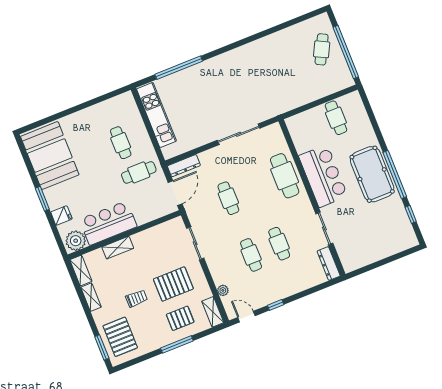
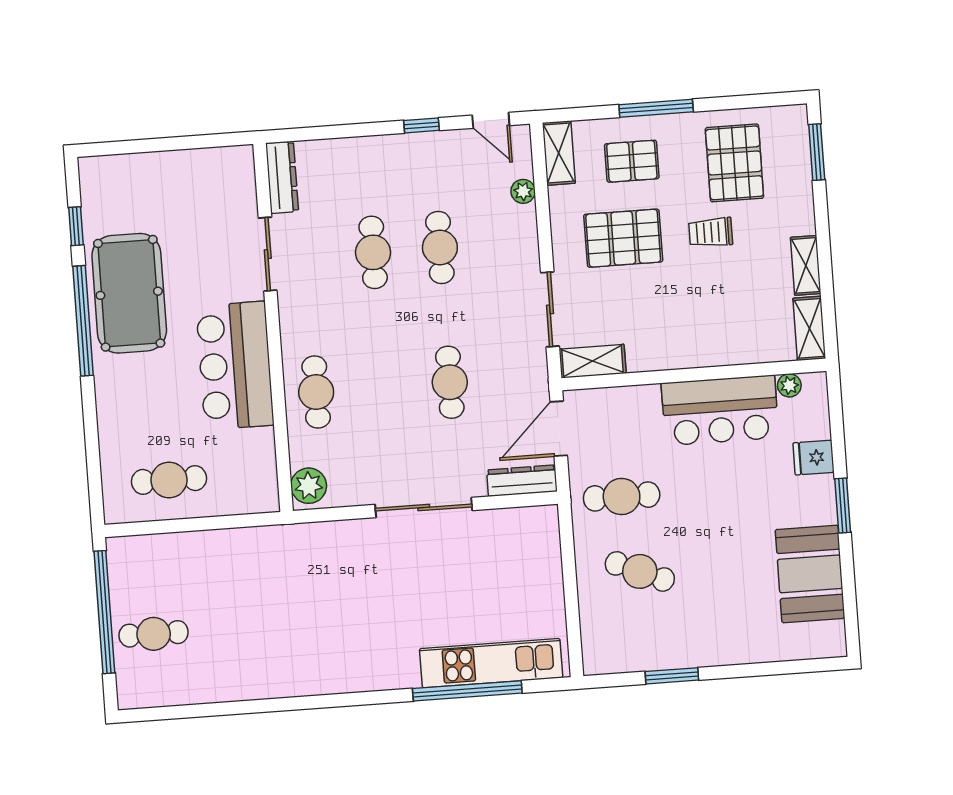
cafe table: (322, 49) -> (154, 634), turned 63
window: (93, 102) -> (672, 676), added
kitchen unit: (156, 115) -> (491, 663), moved, turned 90
cafe table: (336, 118) -> (169, 480), turned 90
sliding door: (239, 134) -> (424, 508), moved
plant: (275, 134) -> (309, 486), added
cafe table: (121, 143) -> (640, 571), turned -67
booth: (50, 156) -> (810, 574), width x0.73, depth x0.70
pool table: (372, 174) -> (129, 293), moved
cafe table: (285, 176) -> (316, 392), width x0.73, depth x0.74
plant: (76, 241) -> (789, 385), width x0.53, depth x0.53
shelving: (118, 248) -> (593, 361), moved
pallet: (120, 337) -> (734, 163), moved

